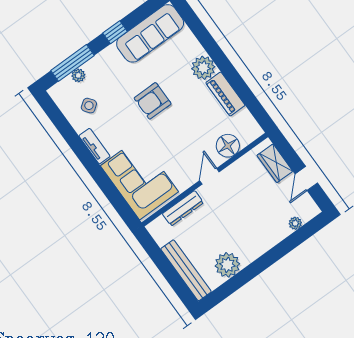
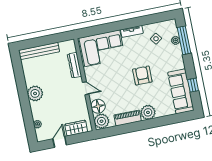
window: (115, 32) -> (193, 85), moved
plant: (248, 130) -> (102, 121), added
door: (306, 178) -> (60, 142), hinge flipped
plant: (227, 265) -> (35, 93), moved

